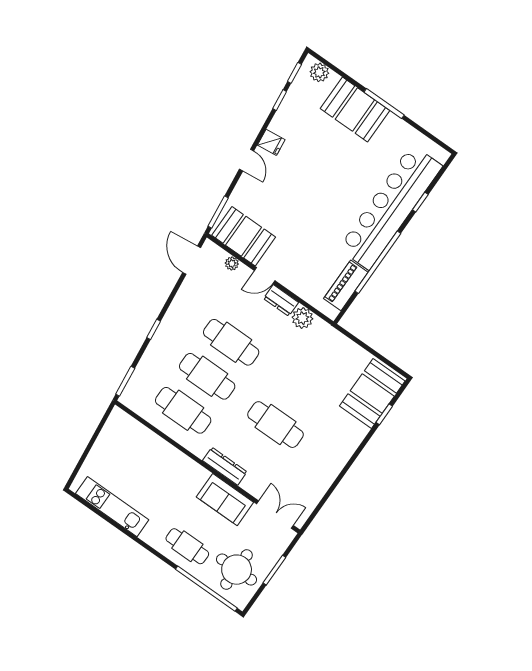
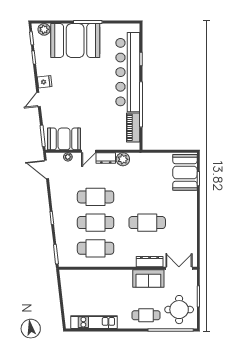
booth: (355, 110) -> (75, 41), width x1.36, depth x1.42
door: (247, 160) -> (39, 99), swing flipped
dresser: (225, 466) -> (150, 262), moved

